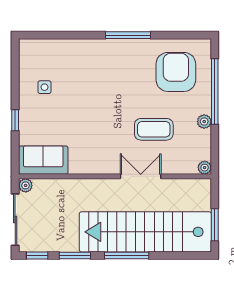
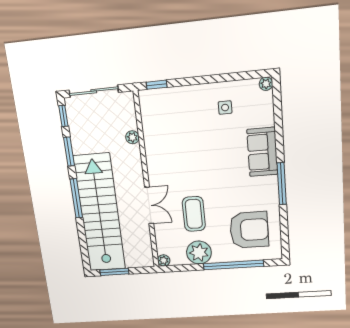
plant: (25, 45) -> (266, 84), added
window: (15, 120) -> (157, 85), moved
plant: (204, 122) -> (199, 253), width x1.88, depth x1.88
sofa: (43, 160) -> (262, 152), moved, turned 180
plant: (26, 185) -> (132, 137), moved

